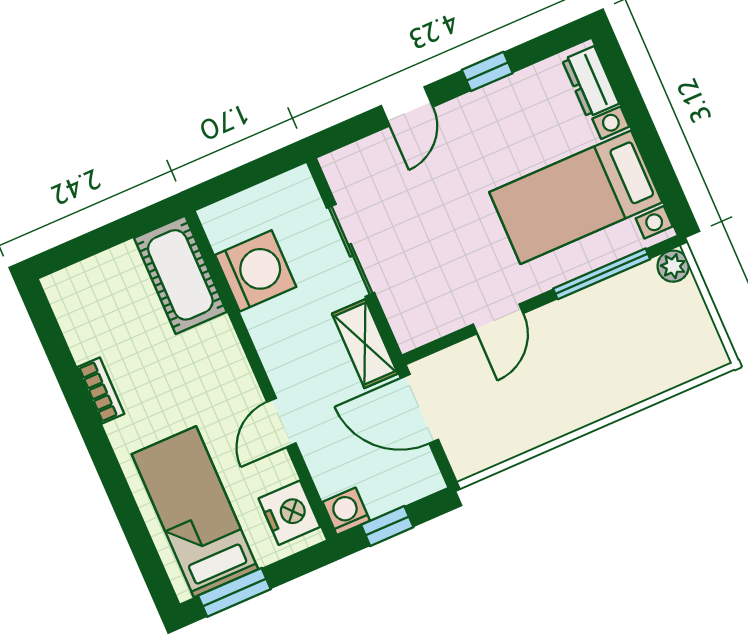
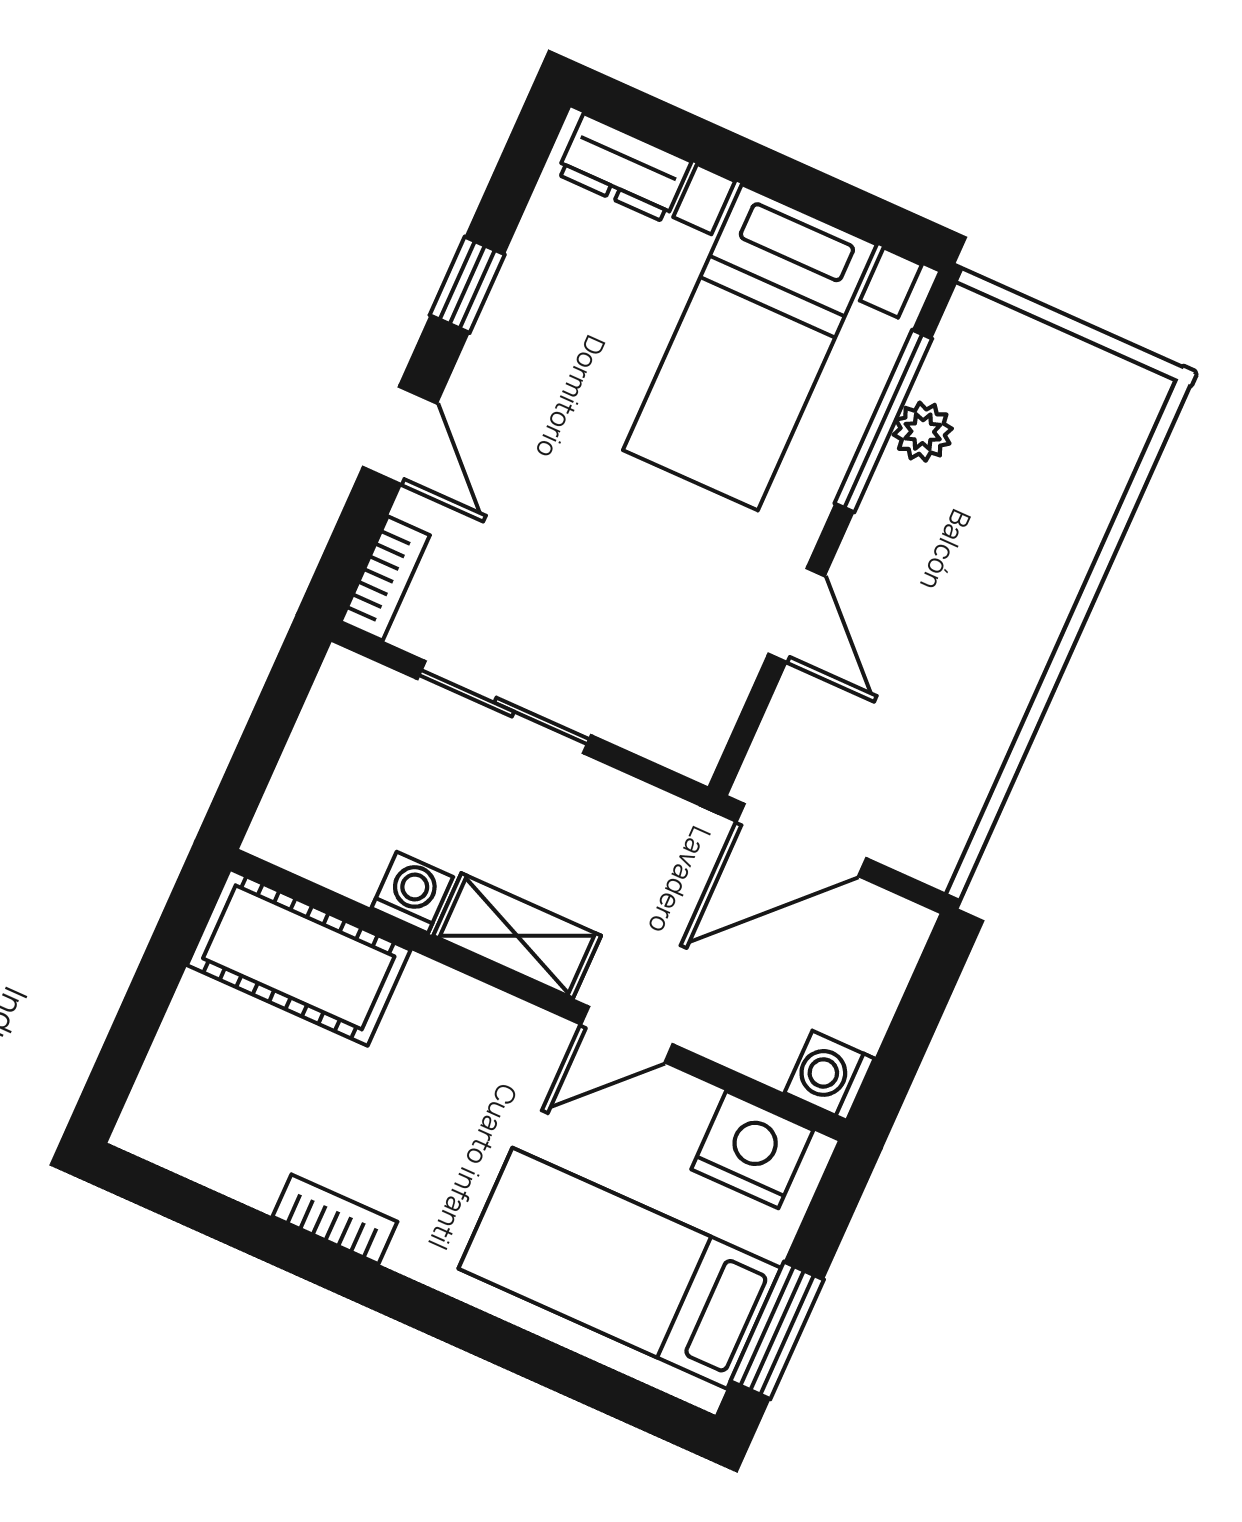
bookcase: (350, 157) -> (385, 578), added
plant: (673, 266) -> (923, 432), moved
washing machine: (256, 271) -> (412, 893), width x0.53, depth x0.53
shelving: (365, 344) -> (517, 936), moved
door: (281, 423) -> (627, 1034), hinge flipped
window: (387, 526) -> (905, 1044), removed

